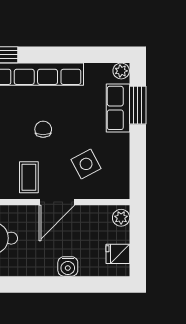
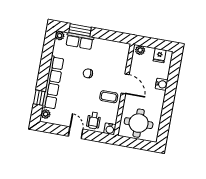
chair: (43, 129) -> (88, 73), moved
side table: (86, 164) -> (107, 64), removed

